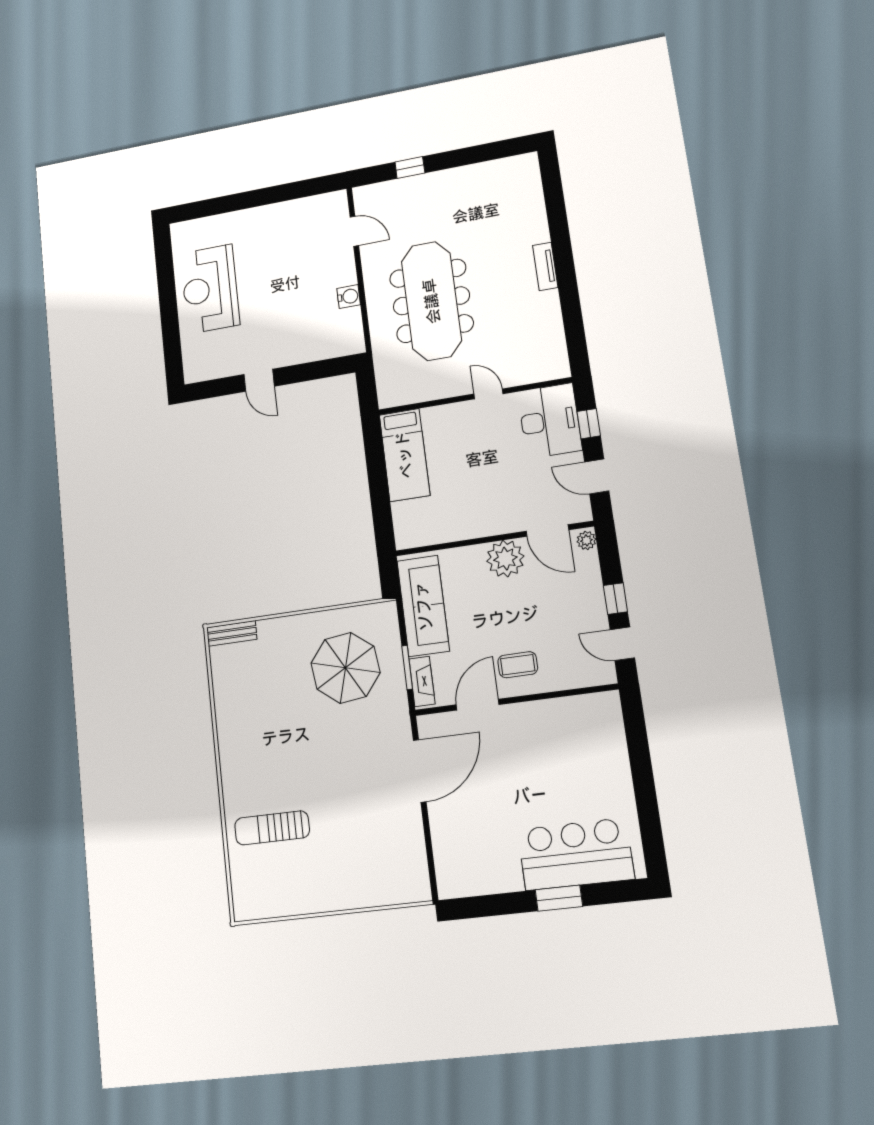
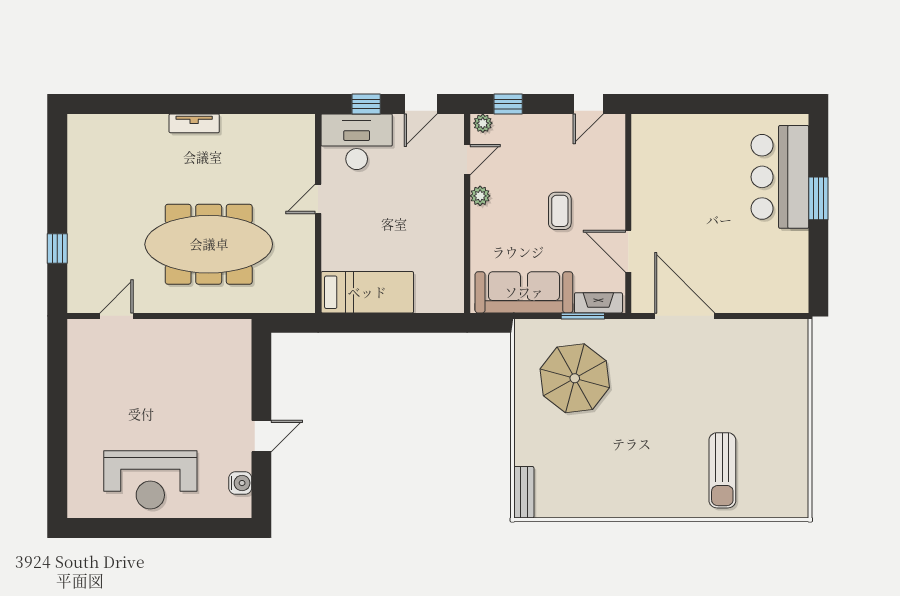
water cooler: (349, 296) -> (240, 483), moved, turned 90
door: (547, 530) -> (467, 160), width x0.73
plant: (505, 559) -> (480, 196), width x0.53, depth x0.53
window: (615, 599) -> (508, 104), moved
coffee table: (518, 665) -> (560, 211), moved

